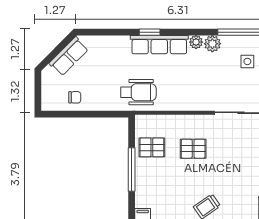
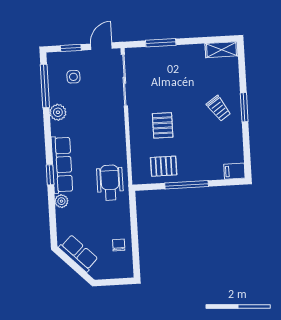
plant: (196, 42) -> (61, 201), moved
pallet: (152, 147) -> (164, 166), turned 90

